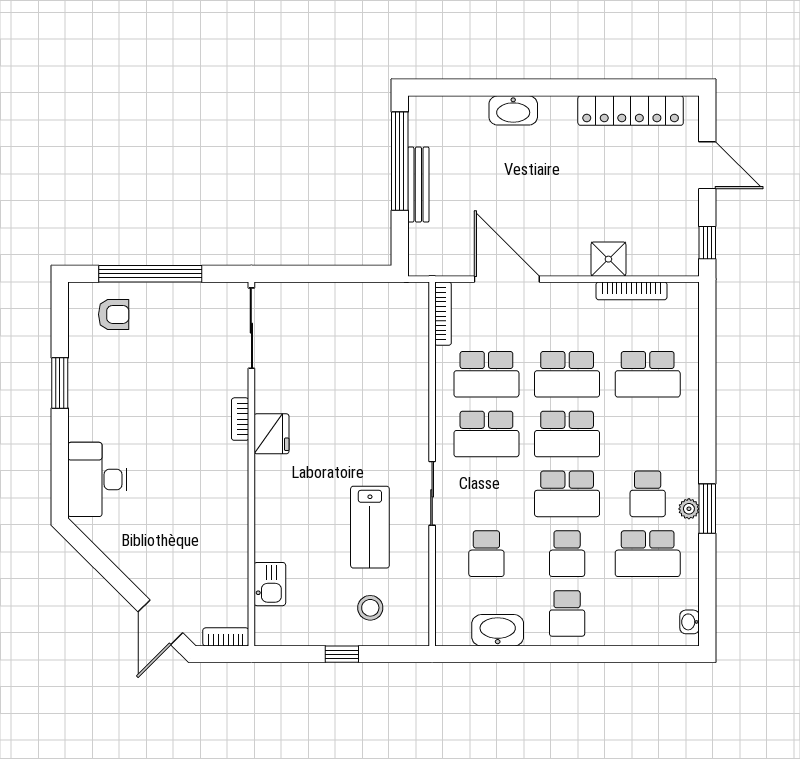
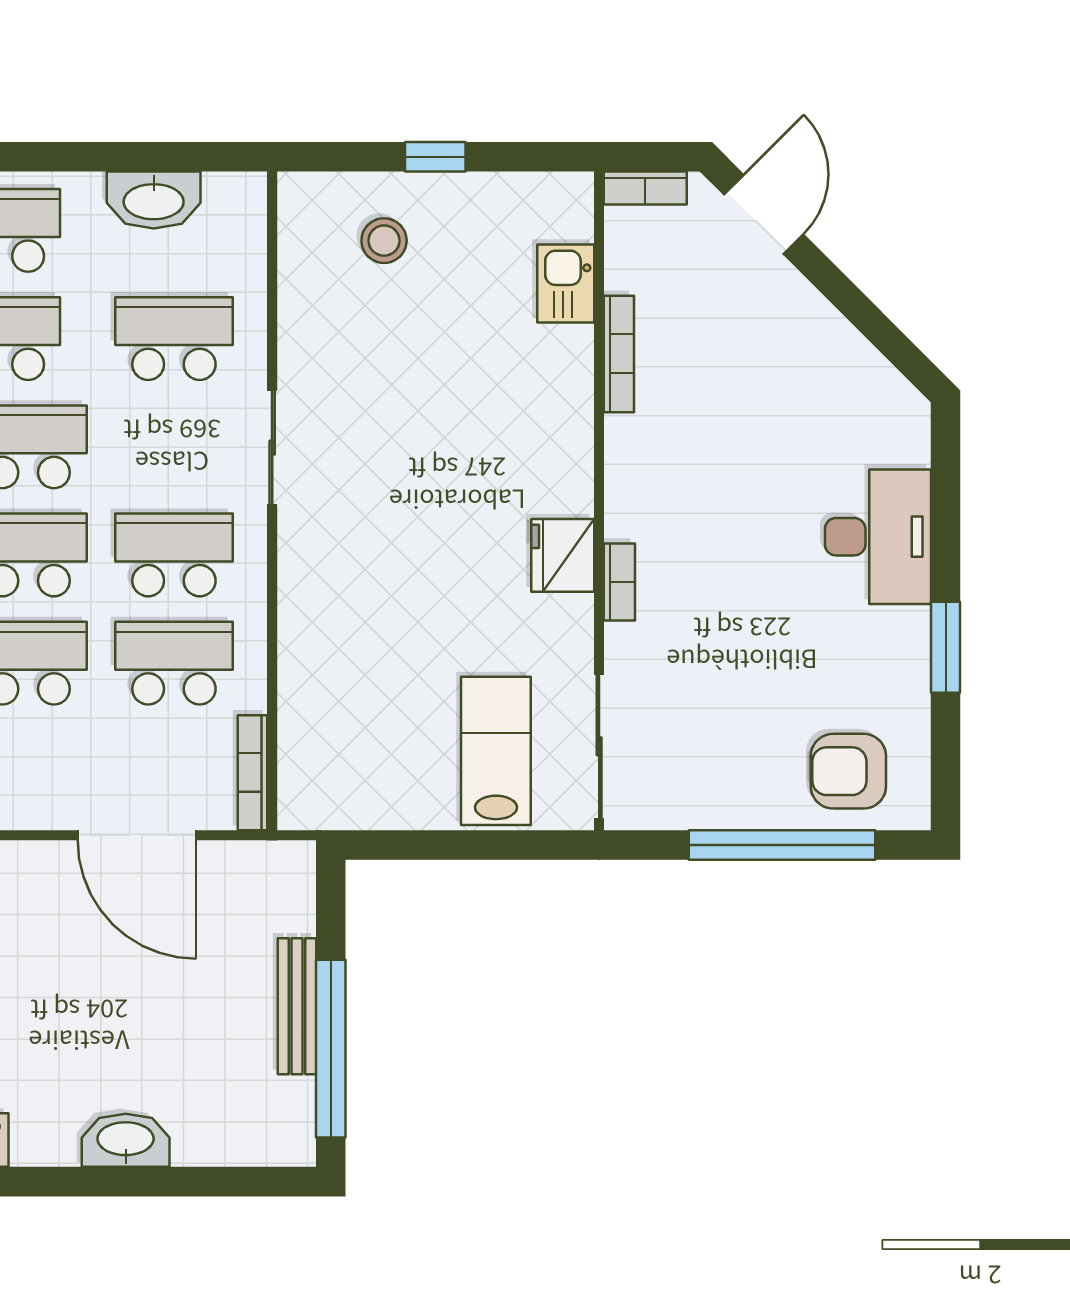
armchair: (114, 314) -> (848, 771), width x1.38, depth x1.38
desk: (97, 479) -> (878, 537), moved
lab bench: (370, 527) -> (496, 751), moved
bookcase: (240, 545) -> (619, 354), added
school desk: (486, 554) -> (174, 339), width x1.85

